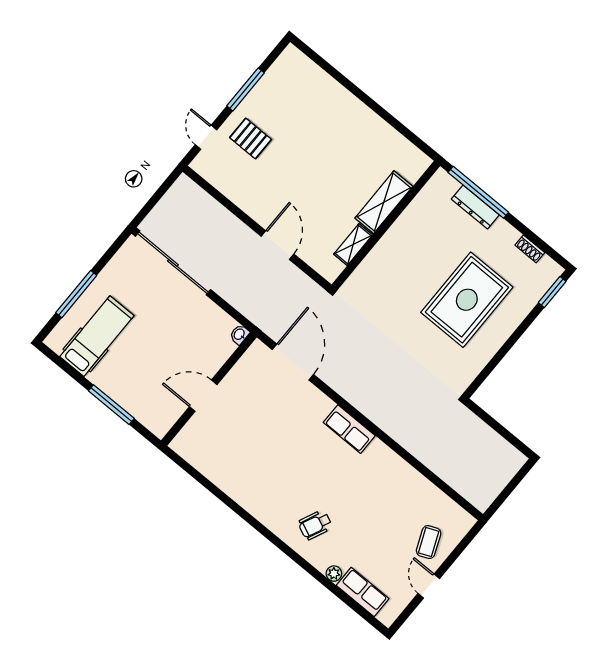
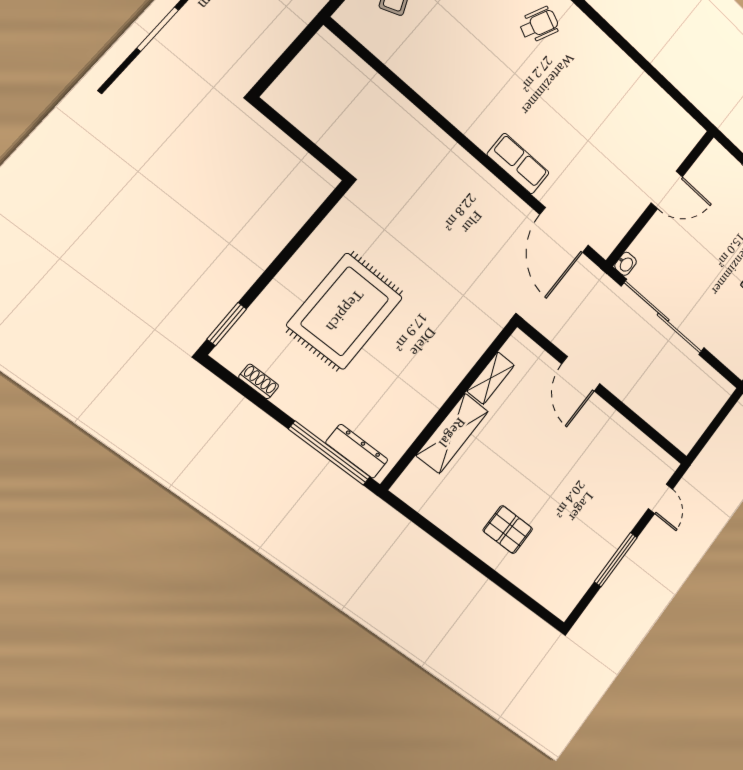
pallet: (251, 139) -> (508, 530), moved
dresser: (475, 207) -> (357, 451), moved
sliding door: (173, 263) -> (663, 317), moved
row of seats: (349, 429) -> (518, 164), moved

